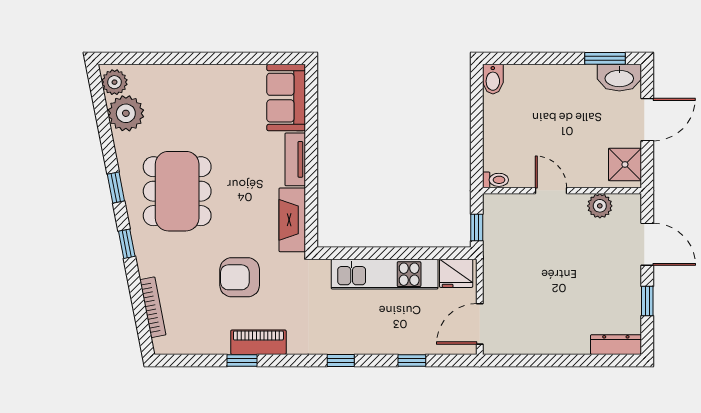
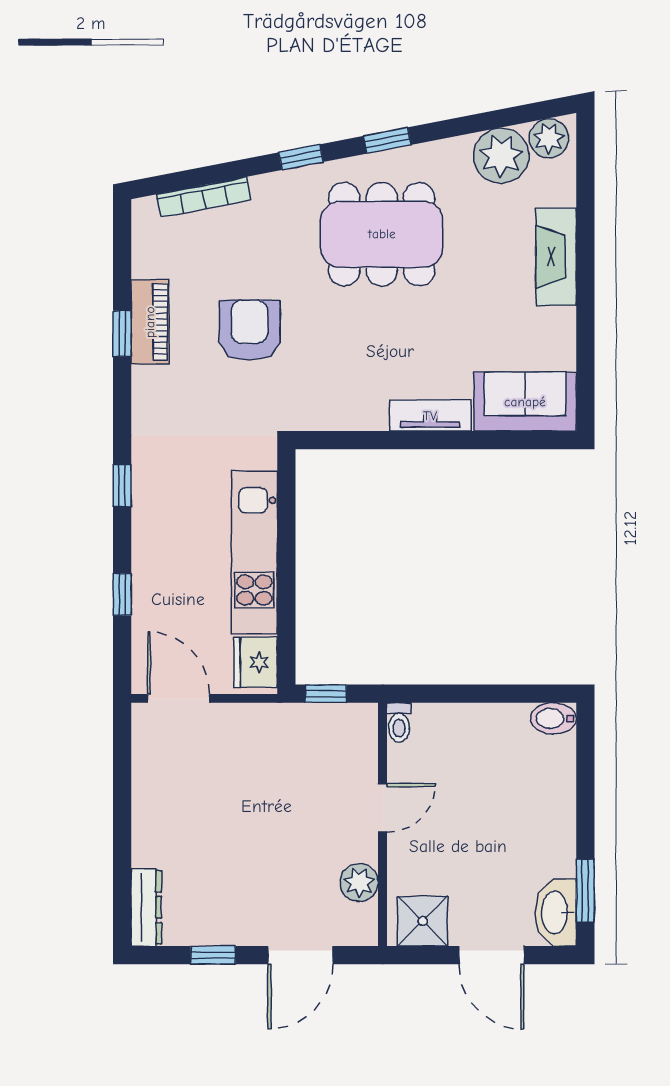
fireplace: (292, 220) -> (556, 257), moved, turned -90
piano: (258, 342) -> (150, 322), moved

